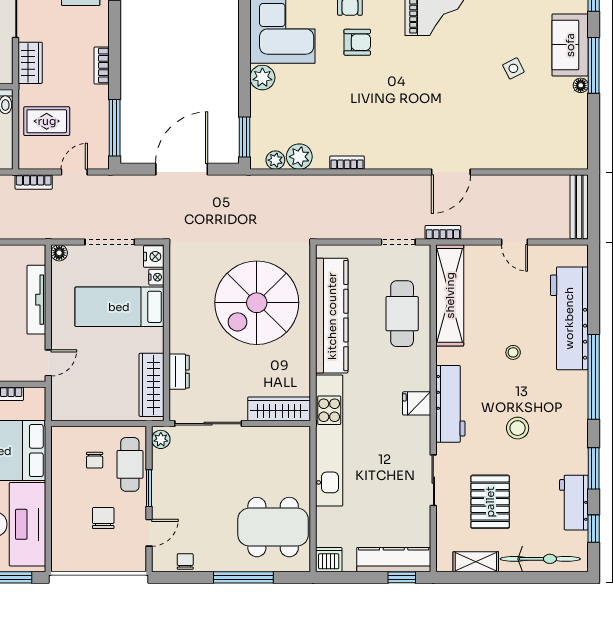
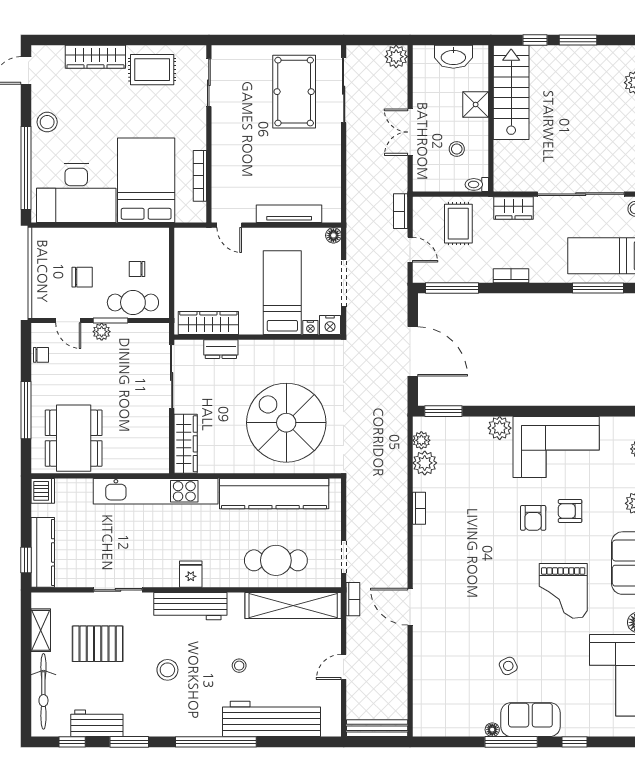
plant: (161, 439) -> (102, 332), moved

